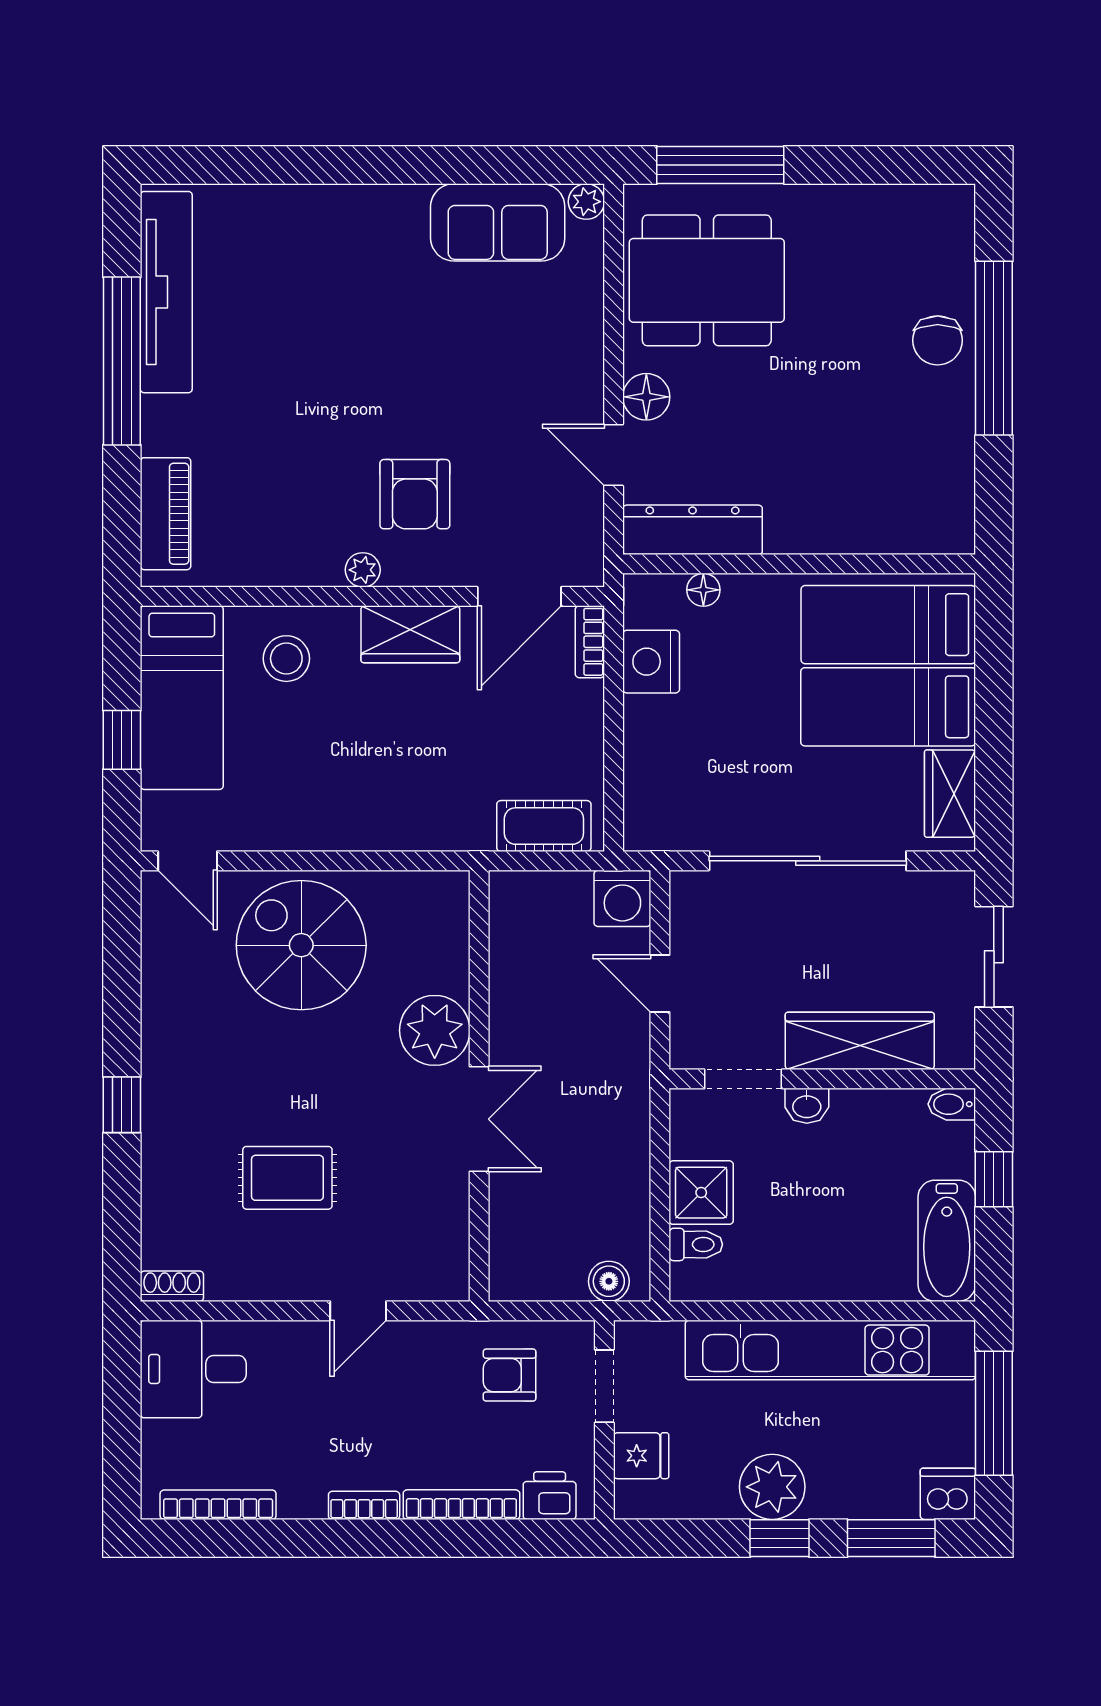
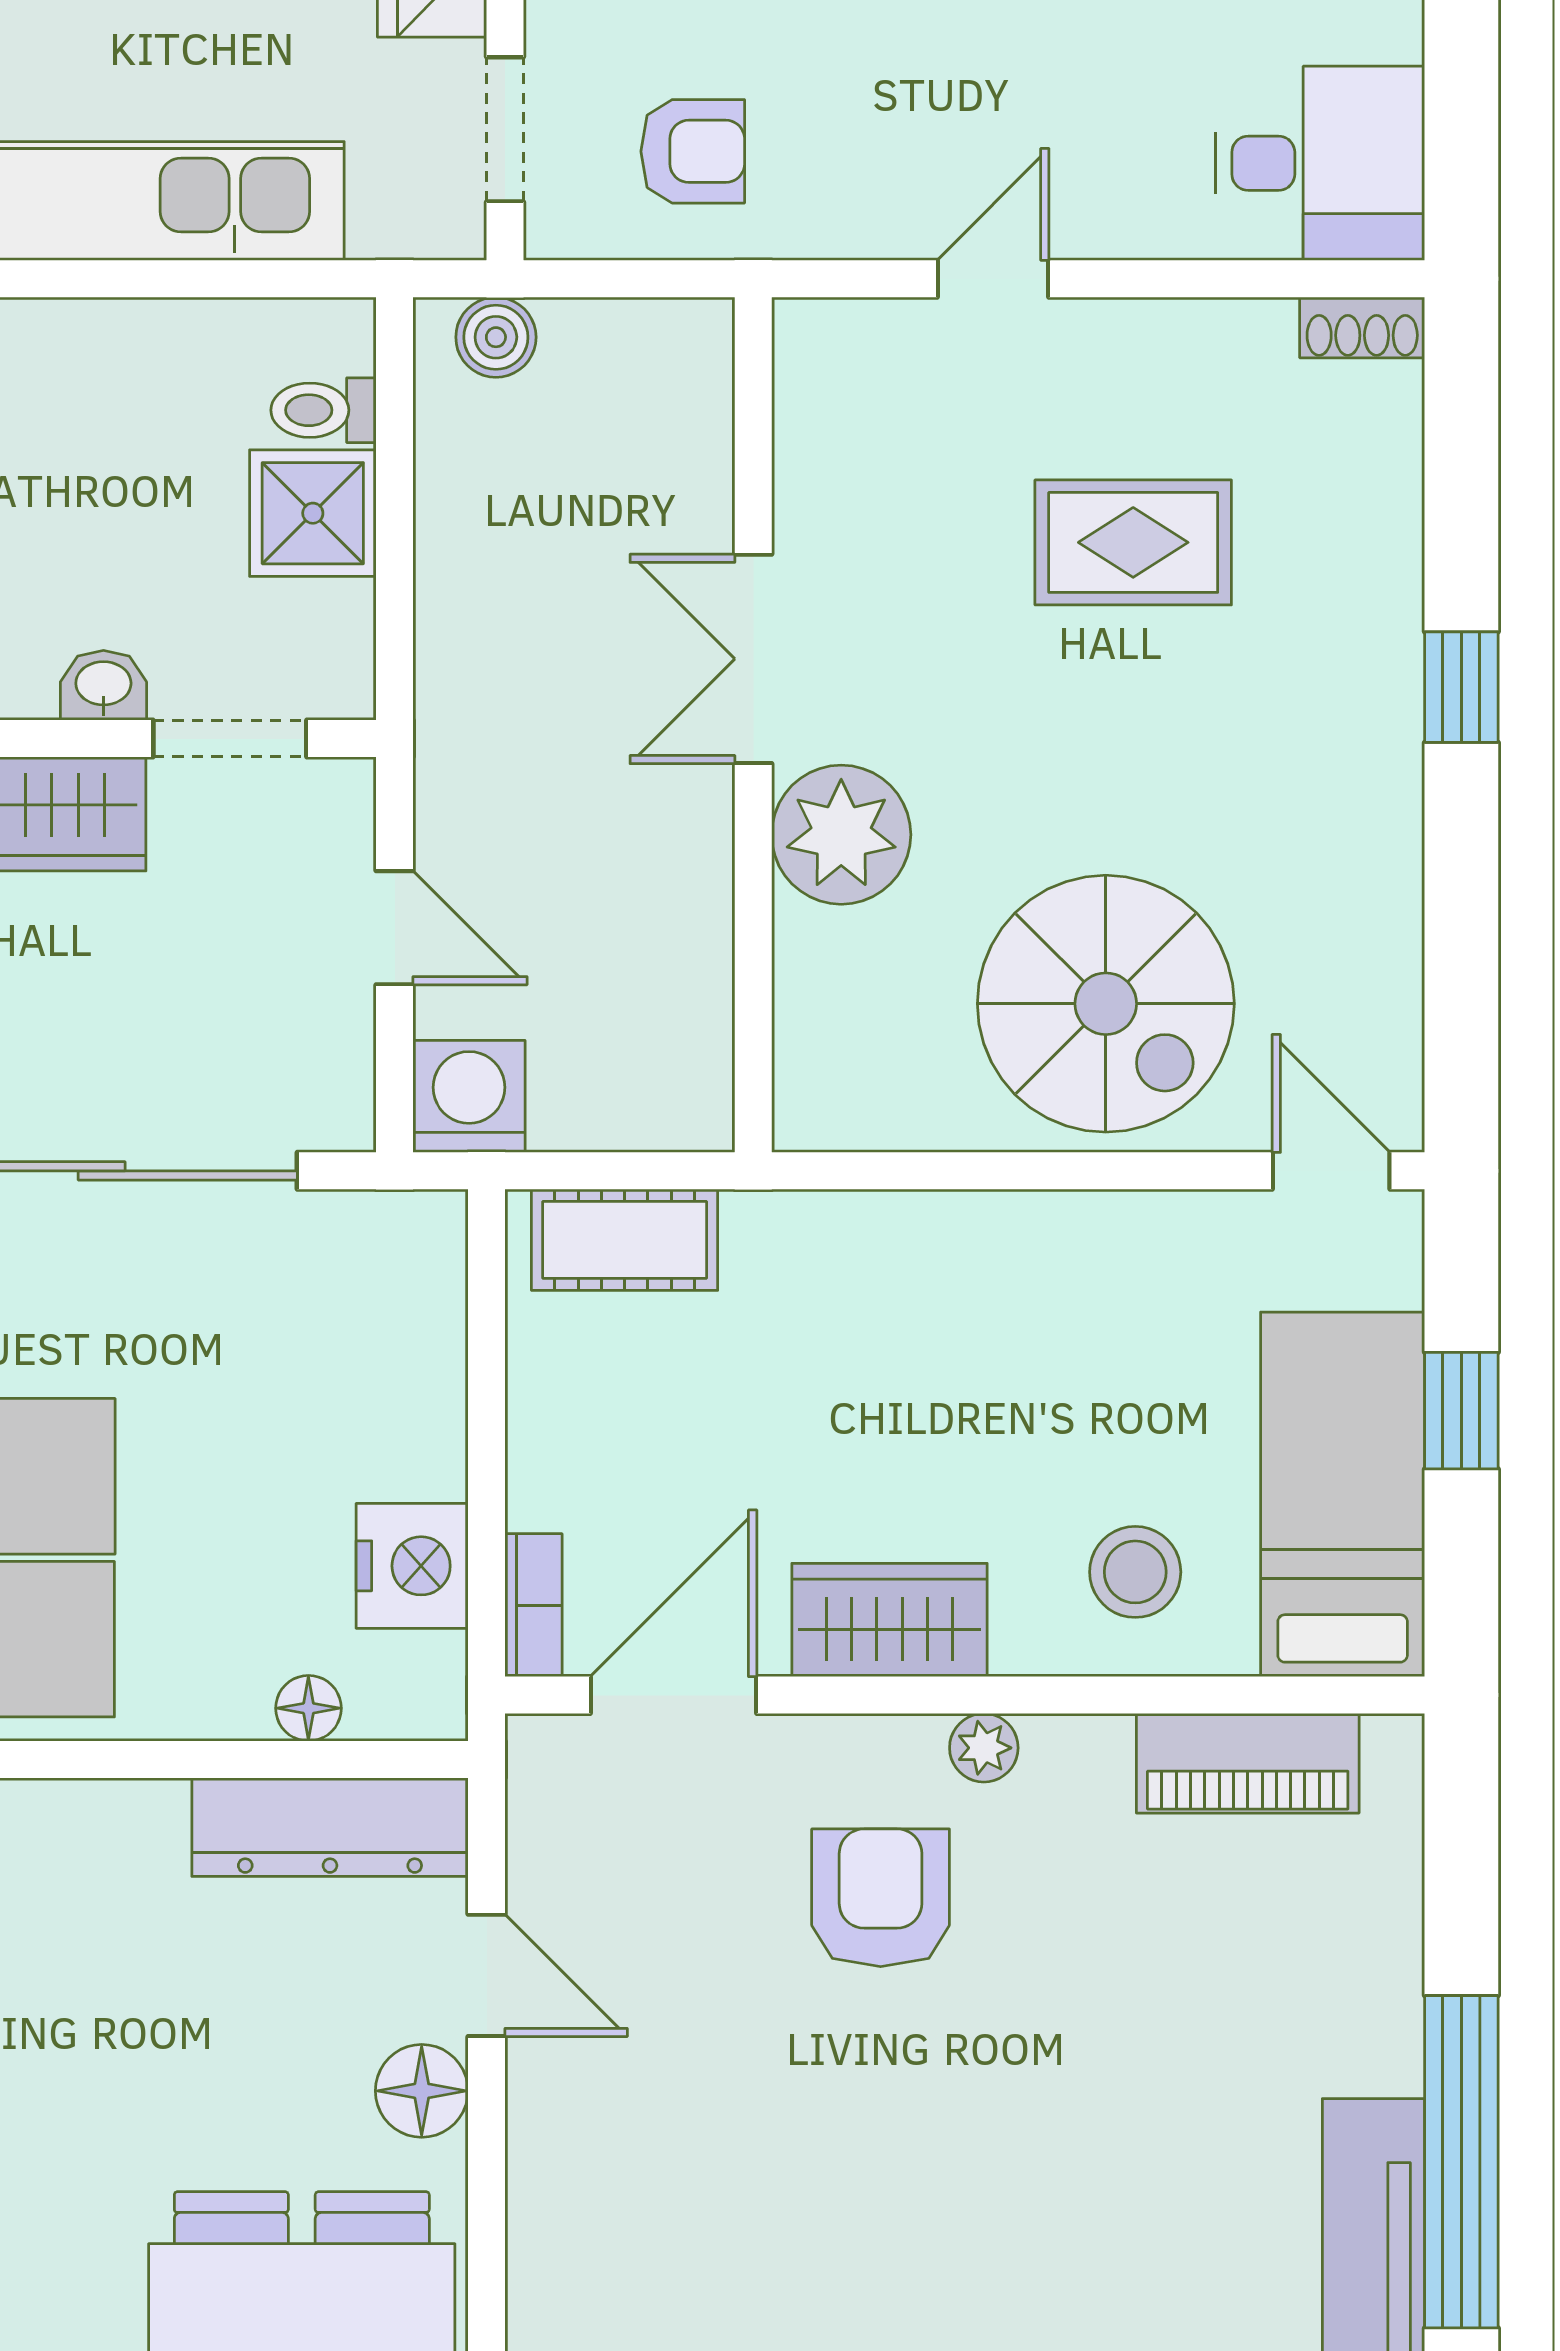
piano: (166, 514) -> (1248, 1763), moved, turned -90

